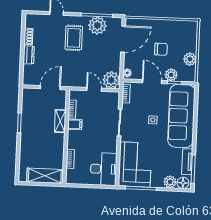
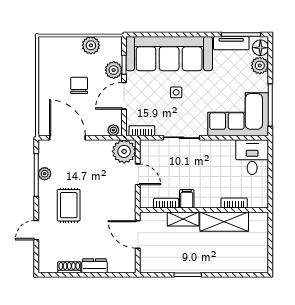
plant: (97, 25) -> (45, 174), width x0.53, depth x0.53
rug: (74, 38) -> (69, 205), turned 90
door: (94, 89) -> (138, 174), swing flipped
desk: (103, 169) -> (252, 157), width x0.73
shelving: (45, 176) -> (224, 222), moved, turned 90

